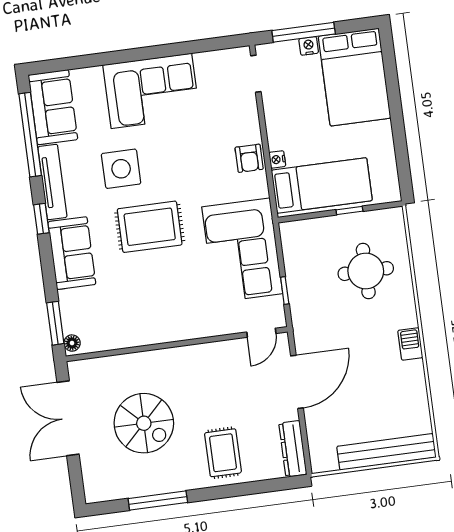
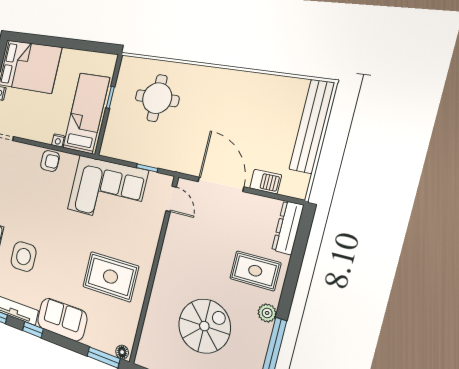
rug: (150, 227) -> (110, 277), moved, turned 90
barbecue: (410, 344) -> (266, 182), moved, turned 180
dresser: (293, 449) -> (288, 228), moved, turned 90
plant: (187, 481) -> (267, 313), added

